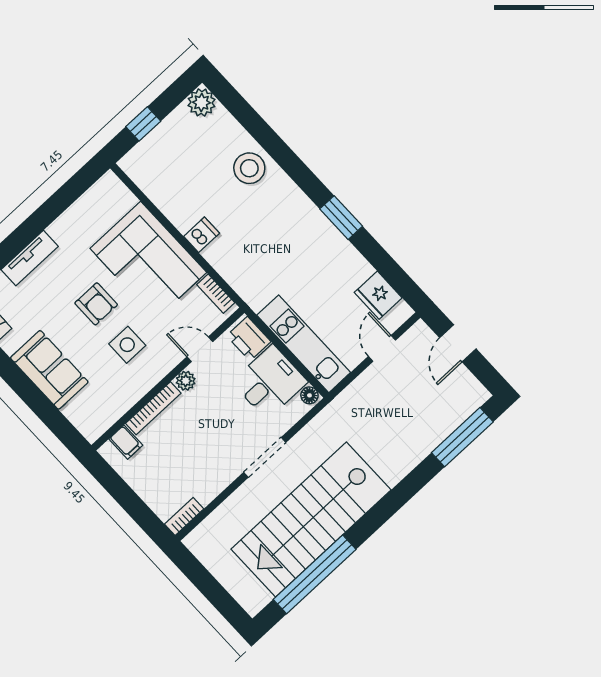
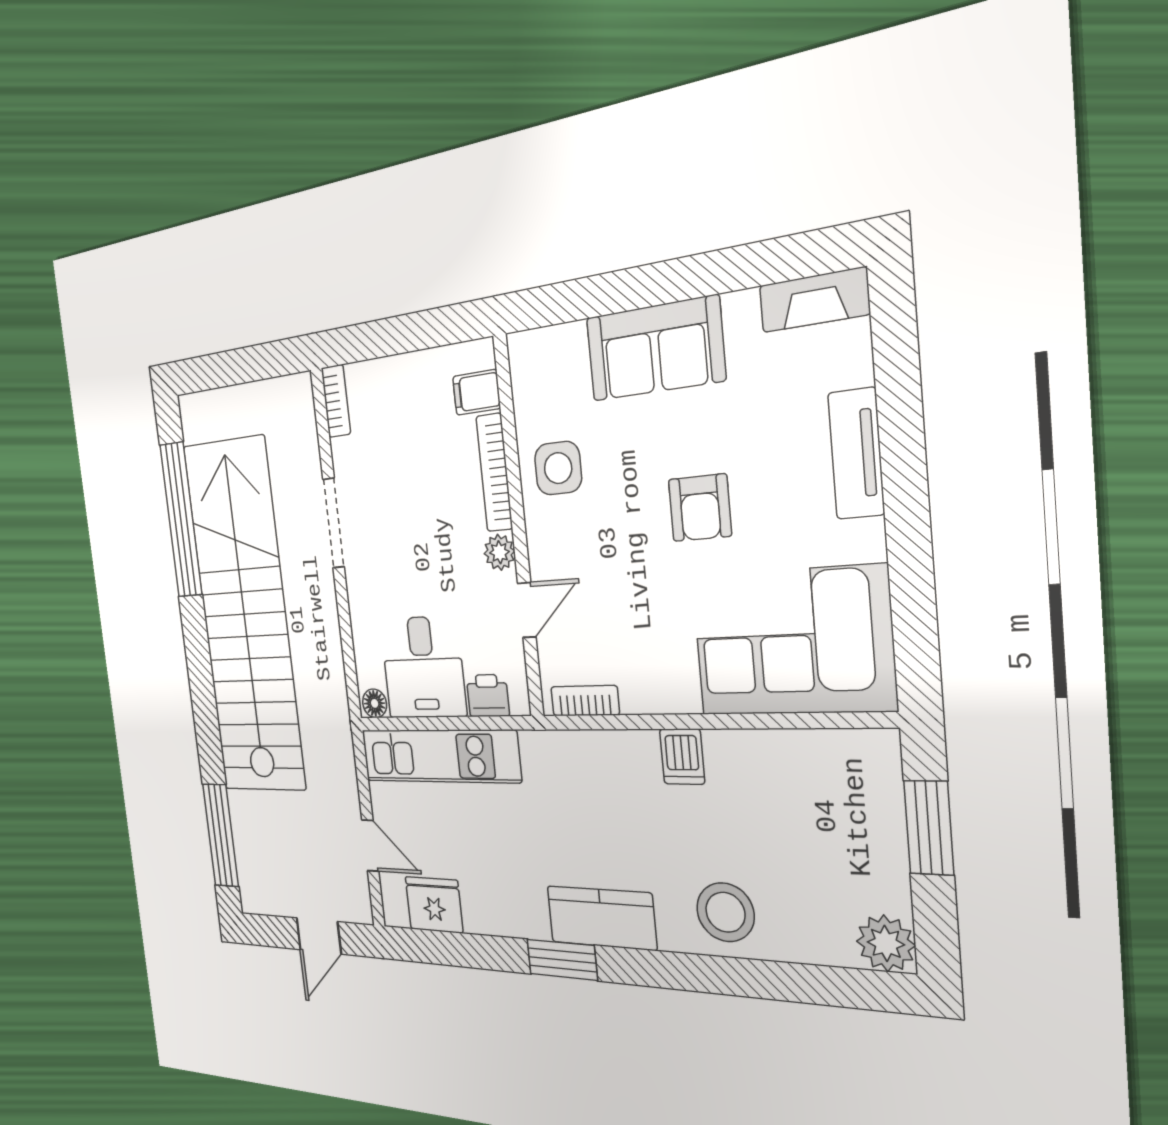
window: (143, 124) -> (929, 828), width x1.50
kitchen counter: (304, 215) -> (601, 918), added
corner sofa: (148, 260) -> (792, 642), moved
armchair: (96, 304) -> (700, 508), turned -90
printer: (249, 339) -> (488, 696), width x0.73, depth x0.81
door: (458, 343) -> (319, 936), swing flipped
side table: (127, 345) -> (558, 468), moved
doorway: (265, 457) -> (334, 523), moved
stairs: (311, 519) -> (245, 617), width x1.36

